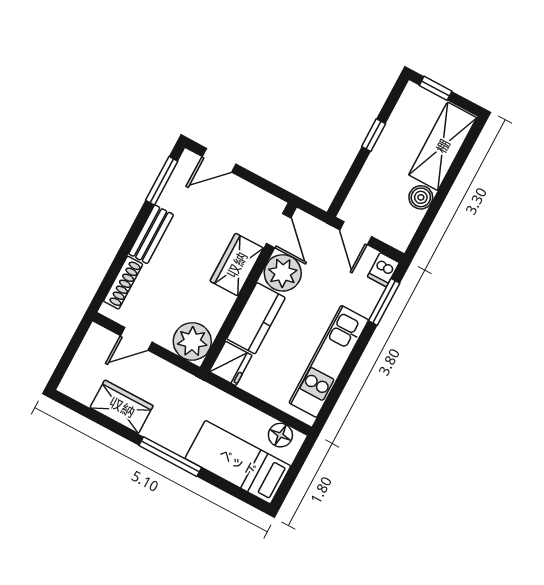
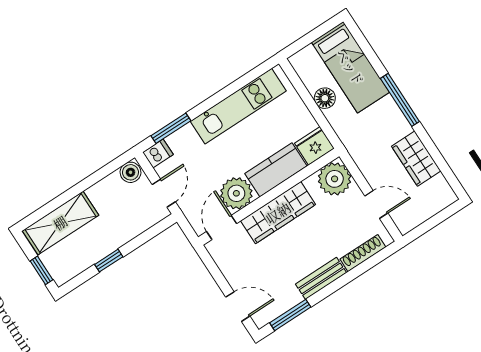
boiler: (421, 197) -> (130, 172), moved
wardrobe: (237, 265) -> (278, 213), width x1.50
floor lamp: (280, 435) -> (325, 98), moved

